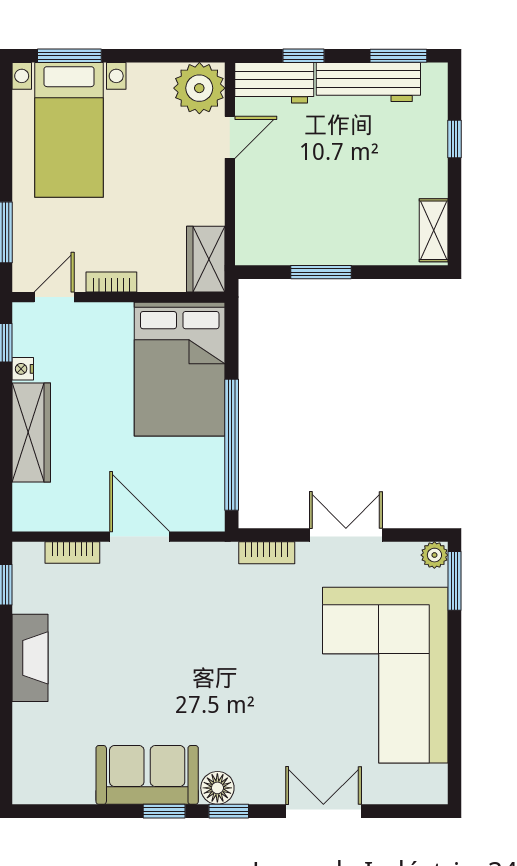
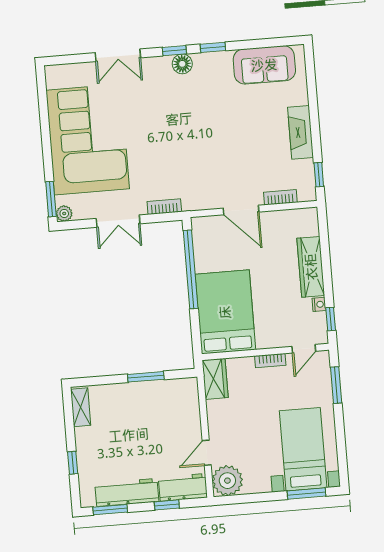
sofa: (147, 775) -> (264, 65), moved

